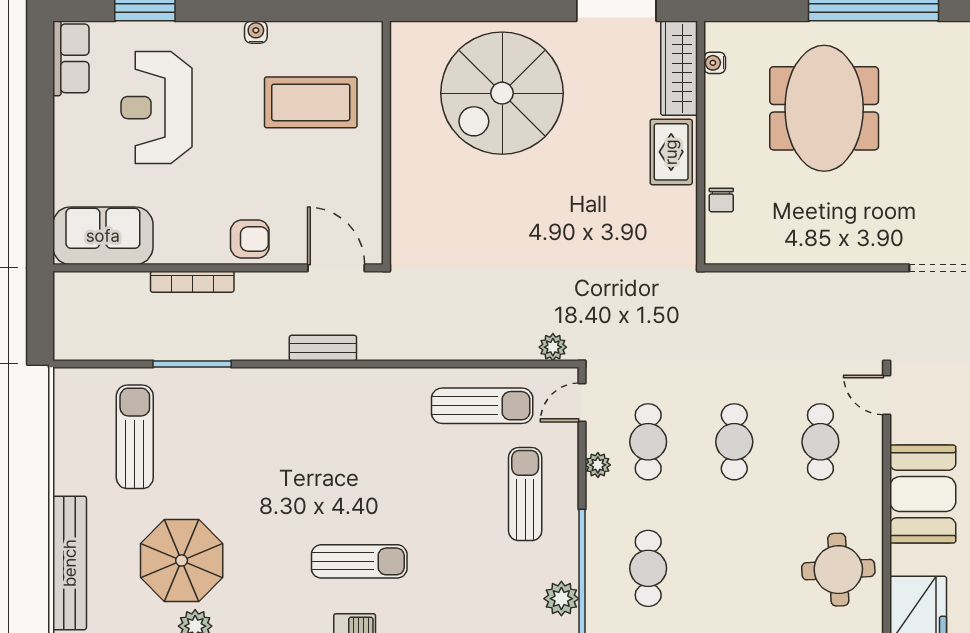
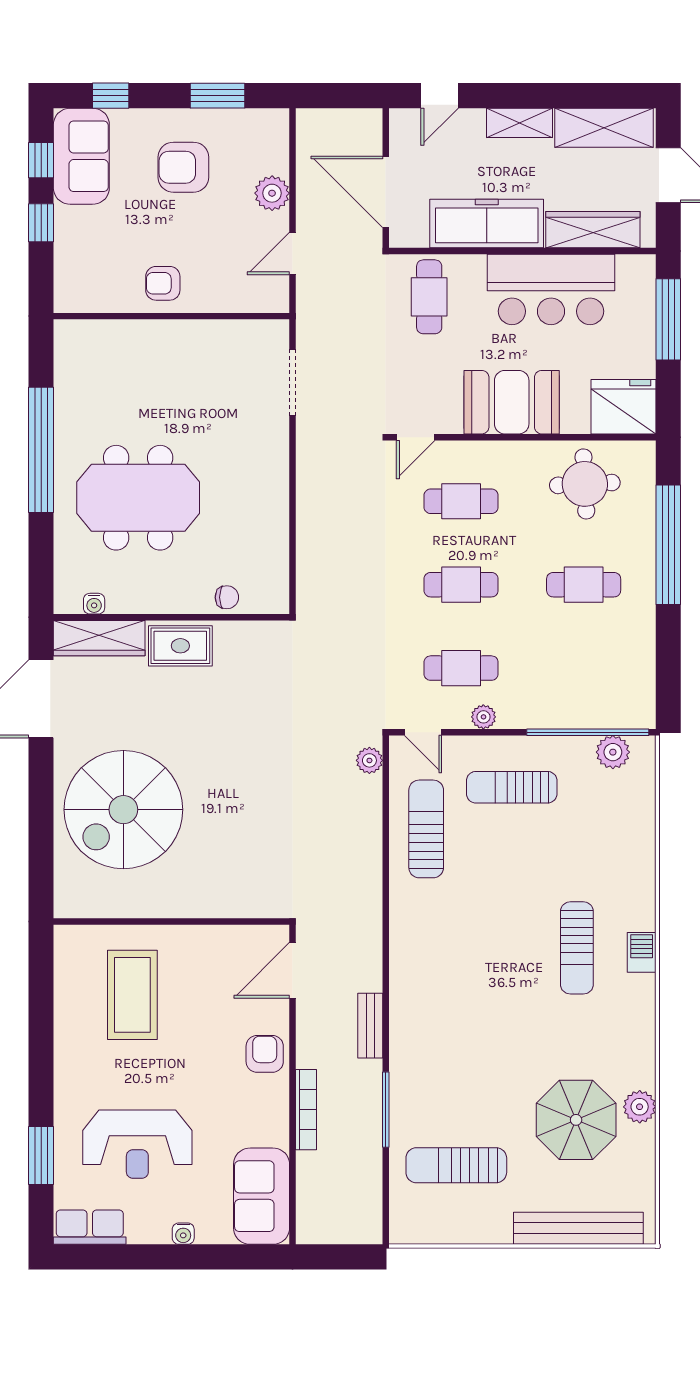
water cooler: (256, 32) -> (183, 1234), moved, turned -90
spiral stairs: (502, 93) -> (123, 810), turned 90
bench: (323, 348) -> (370, 1026), moved
sun lounger: (359, 561) -> (577, 948), turned 180
cafe table: (648, 568) -> (584, 585), moved

